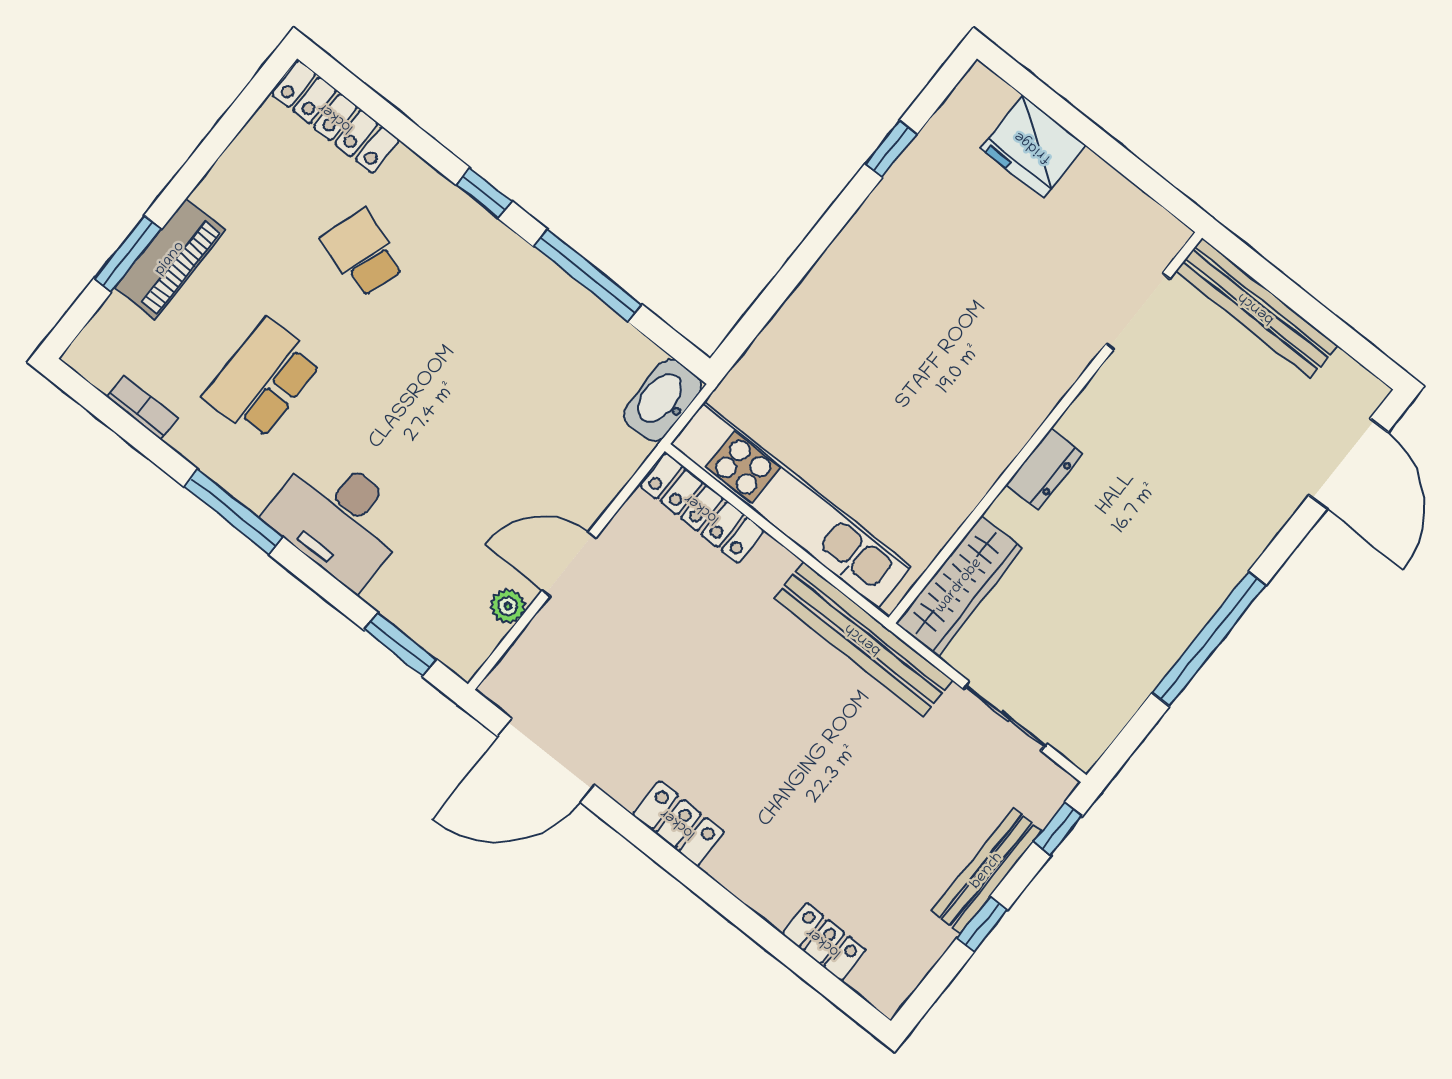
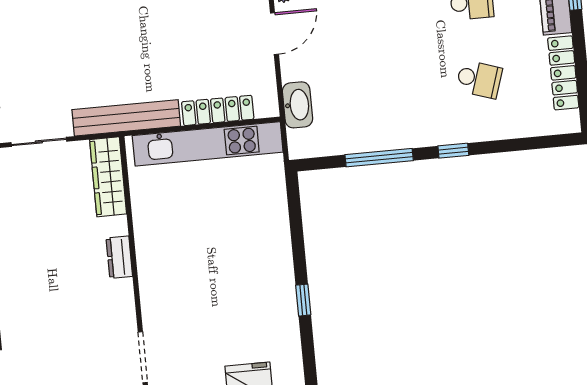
locker: (336, 117) -> (563, 73), moved, turned -90
window: (891, 149) -> (303, 300), moved
washbasin: (662, 400) -> (297, 105), moved
locker: (702, 508) -> (218, 110), moved

